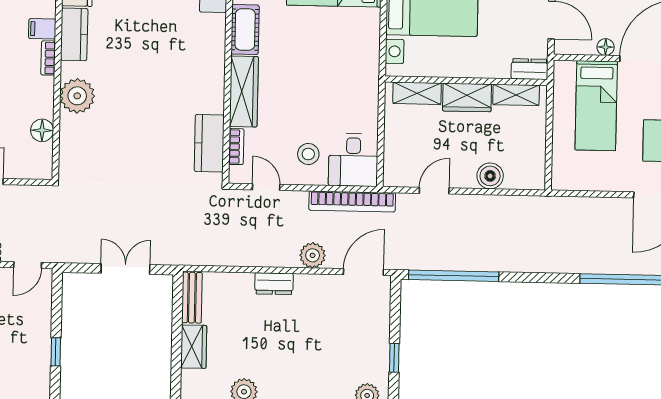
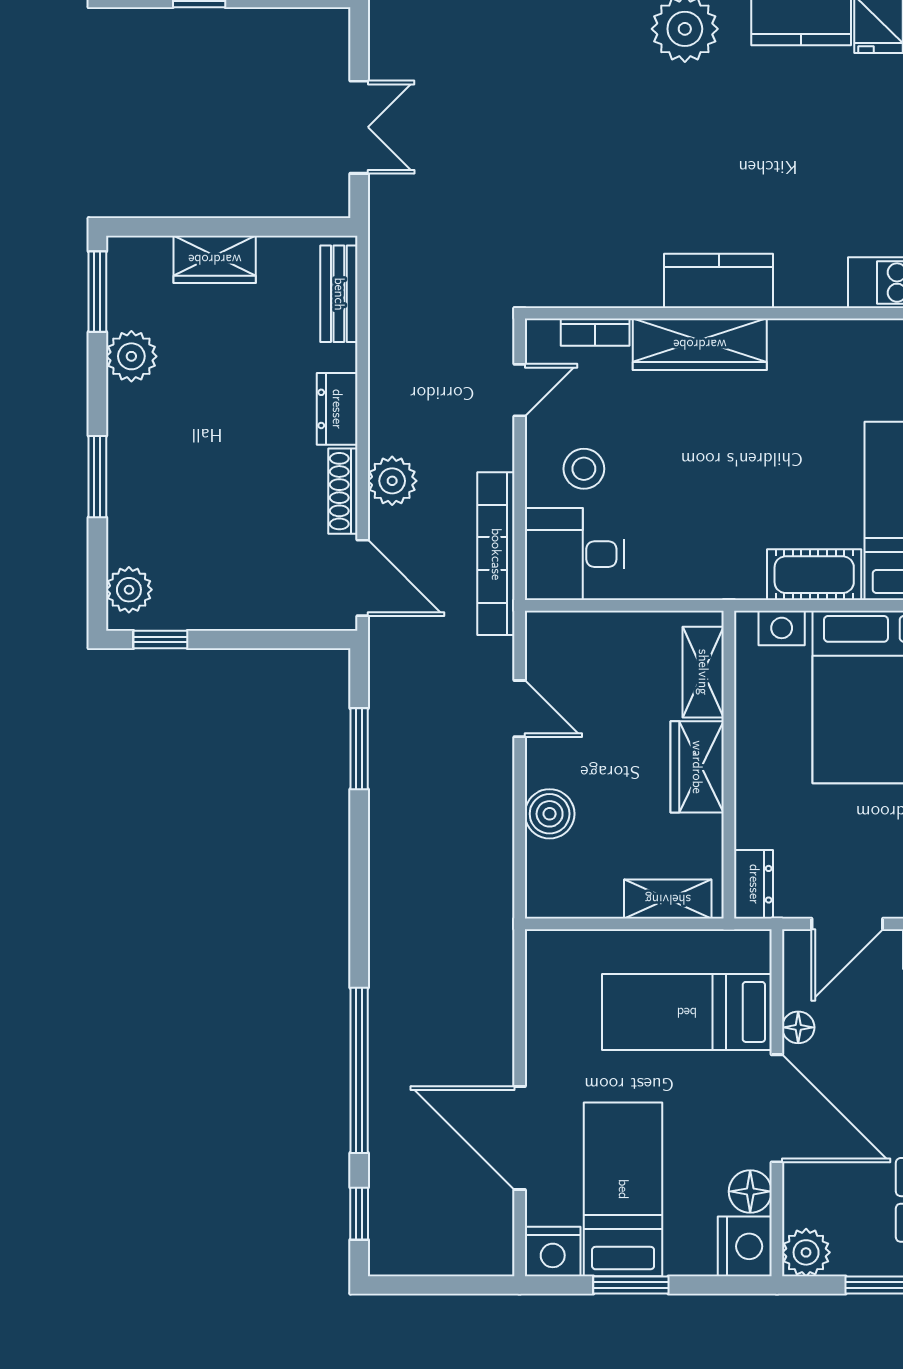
cot: (245, 30) -> (814, 575), moved
shelving: (516, 95) -> (668, 899), moved, turned 90
kitchen counter: (209, 143) -> (719, 281), moved
window: (454, 276) -> (359, 749), width x0.47
shoe rack: (317, 282) -> (343, 491), added
bench: (192, 298) -> (339, 294), moved, turned 90
window: (394, 358) -> (160, 639), moved

